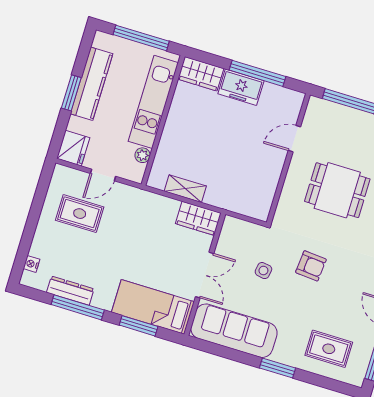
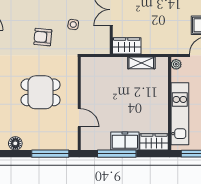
door: (294, 139) -> (79, 118), hinge flipped
plant: (143, 155) -> (176, 64), moved

